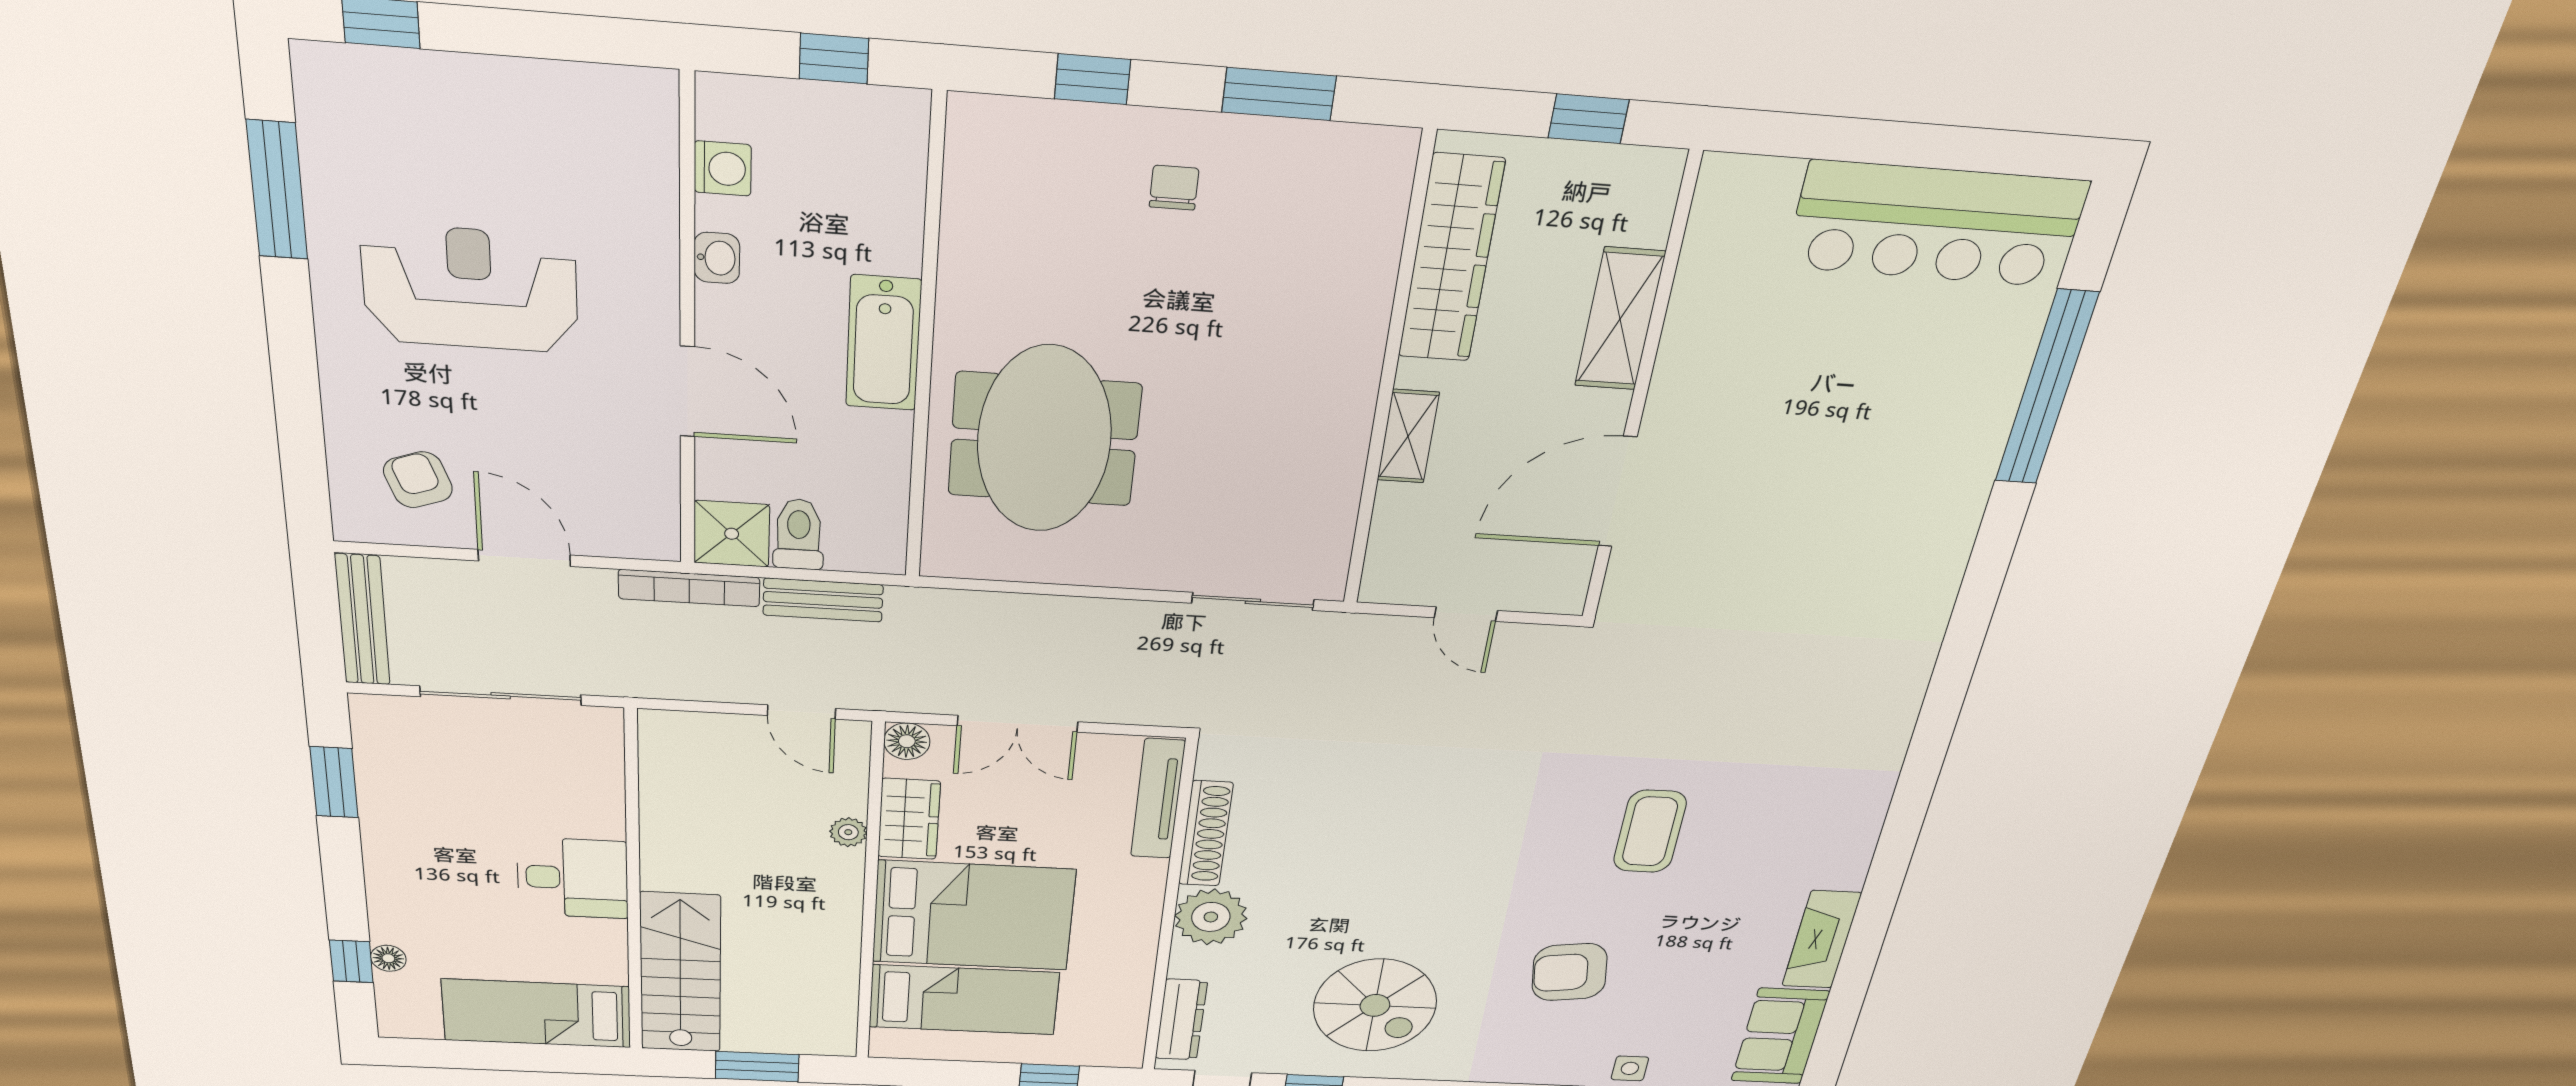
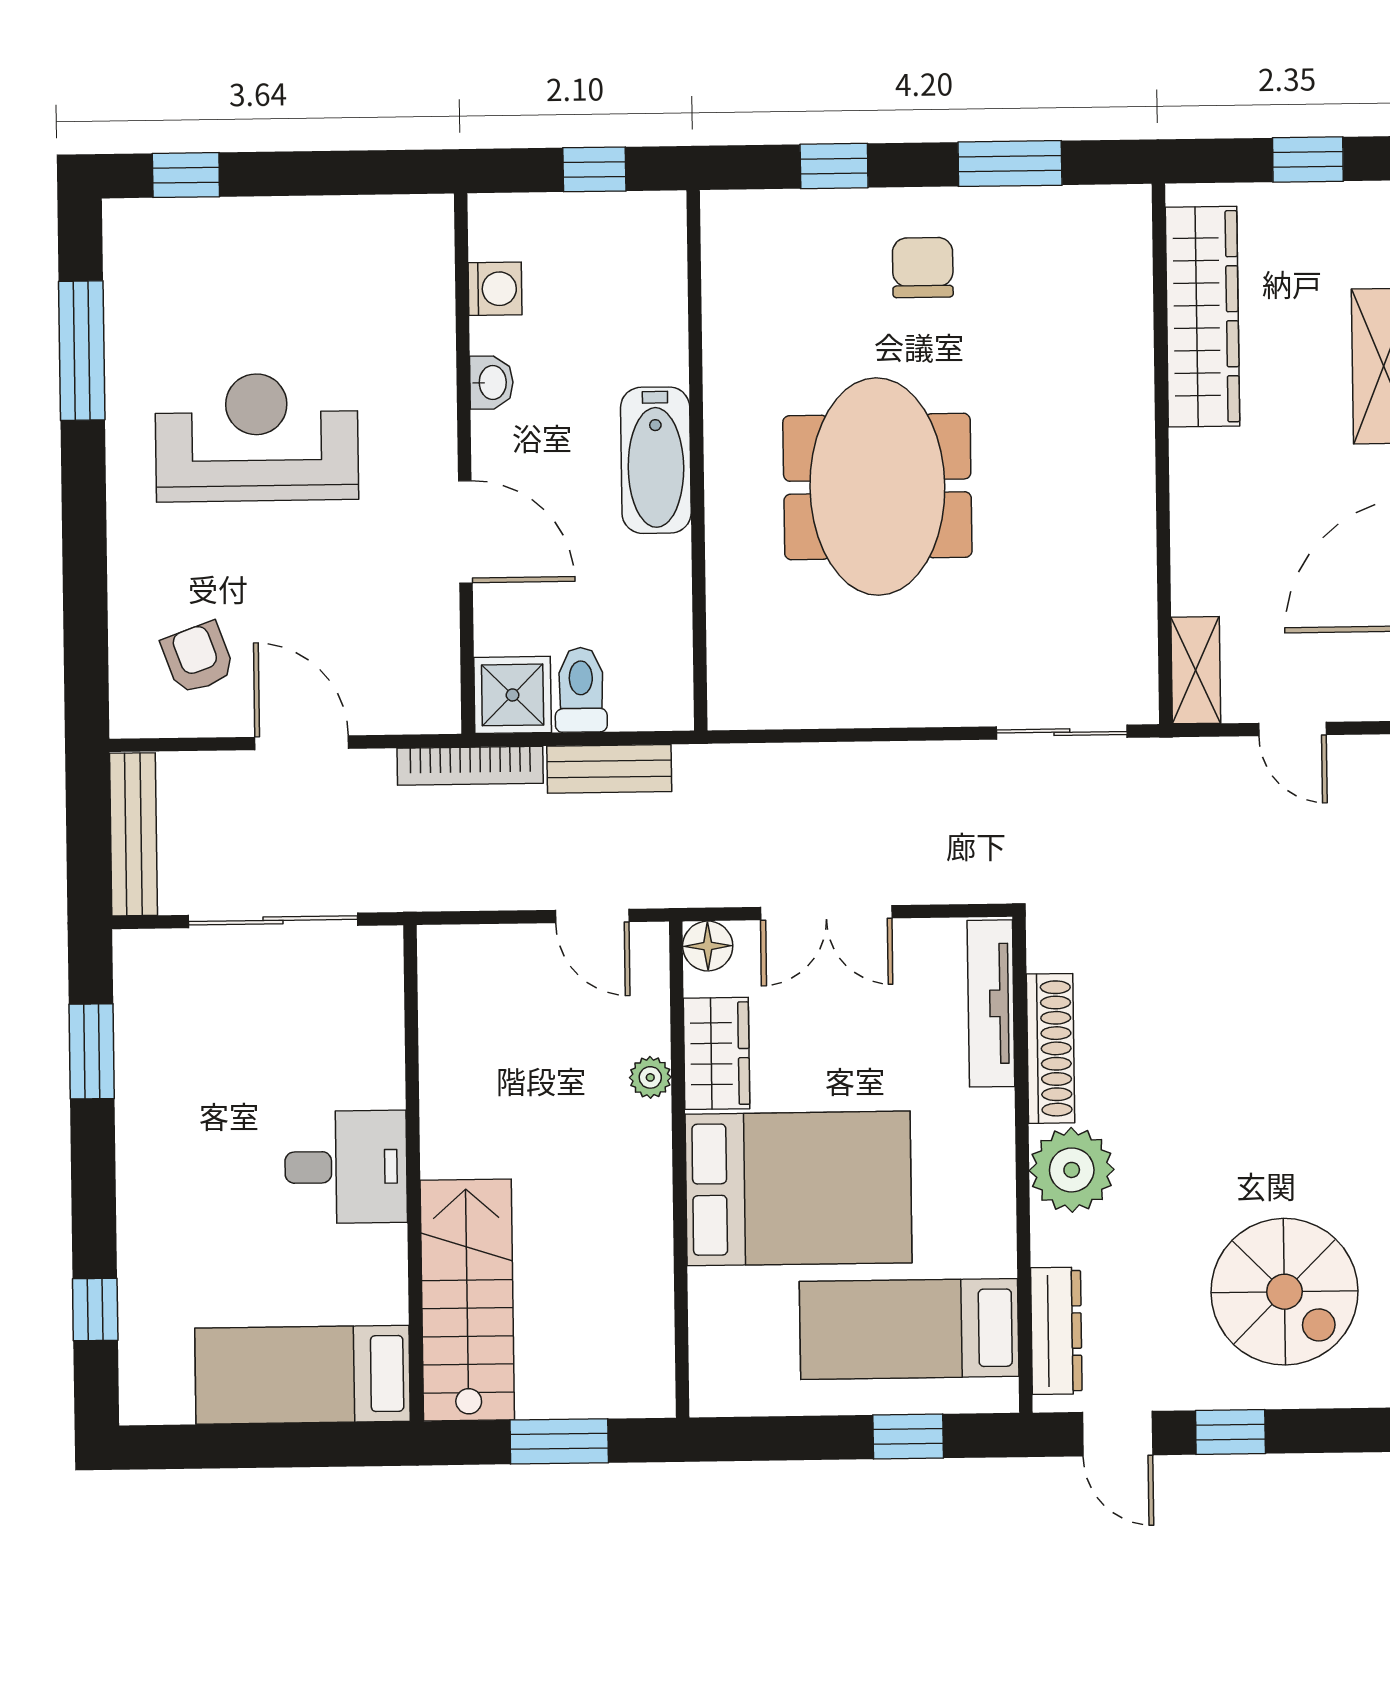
chair: (1174, 188) -> (923, 268), width x1.37, depth x1.37
shelving: (1408, 436) -> (1196, 670), moved
meeting table: (1044, 439) -> (877, 487), moved
floor lamp: (388, 958) -> (137, 1302), removed
bed: (964, 1000) -> (909, 1329), moved, turned 180

